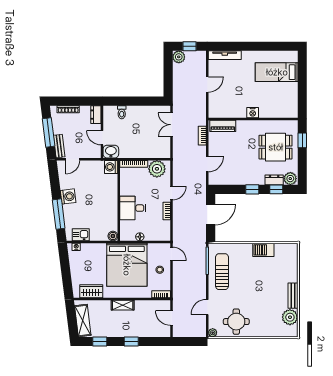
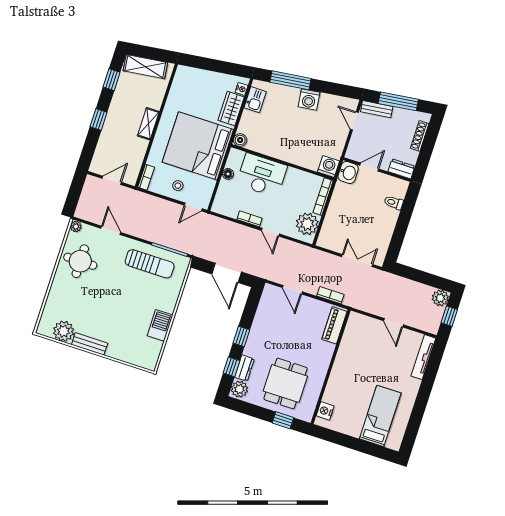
nightstand: (253, 113) -> (325, 411), moved
desk: (133, 208) -> (262, 175), width x1.37
wardrobe: (91, 291) -> (231, 109), moved, turned 180

